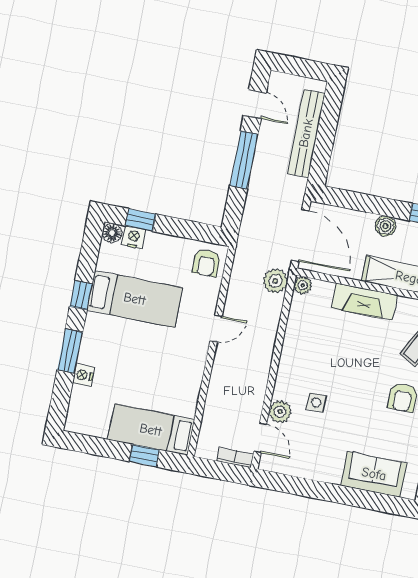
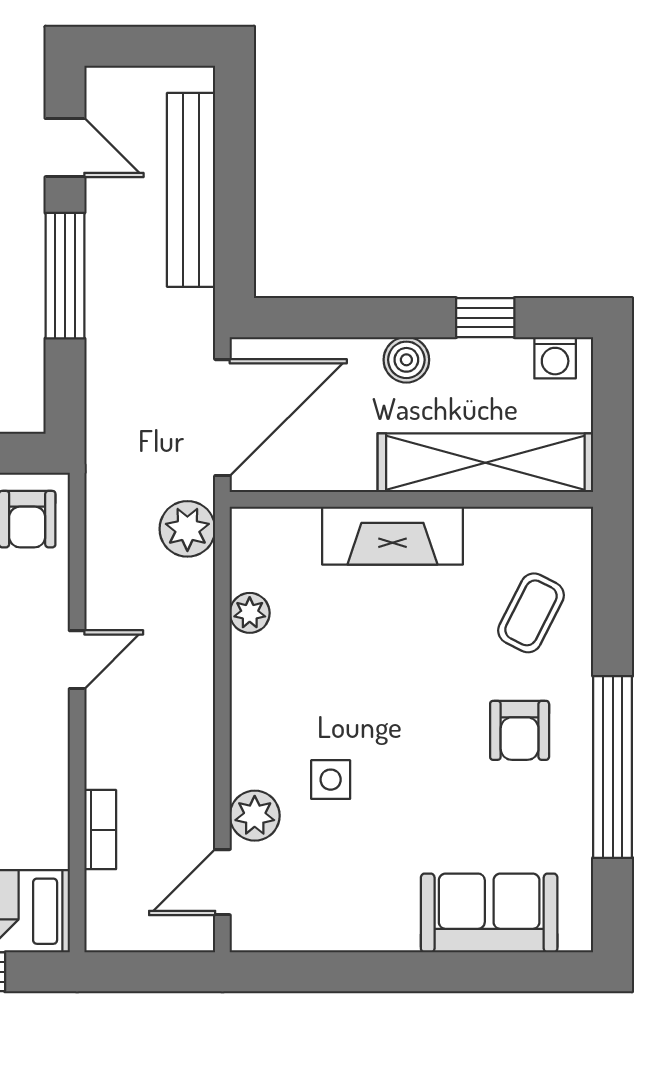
door: (300, 235) -> (222, 418), hinge flipped
plant: (303, 285) -> (250, 613), moved
door: (260, 438) -> (222, 882), swing flipped
bookcase: (235, 458) -> (100, 830), moved, turned 90

